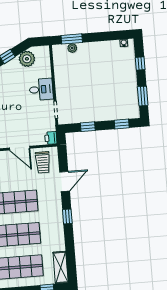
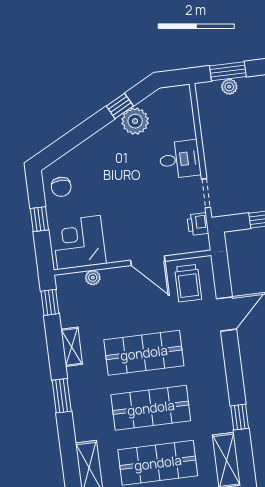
plant: (27, 59) -> (135, 121), moved
printer: (51, 138) -> (198, 224), moved
window: (67, 216) -> (240, 417), moved

